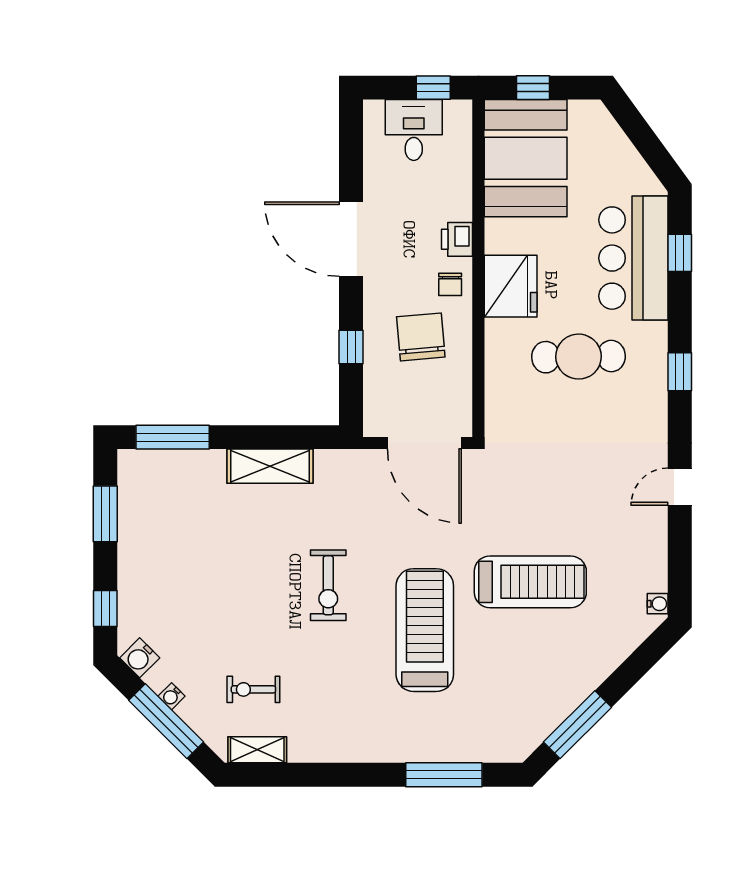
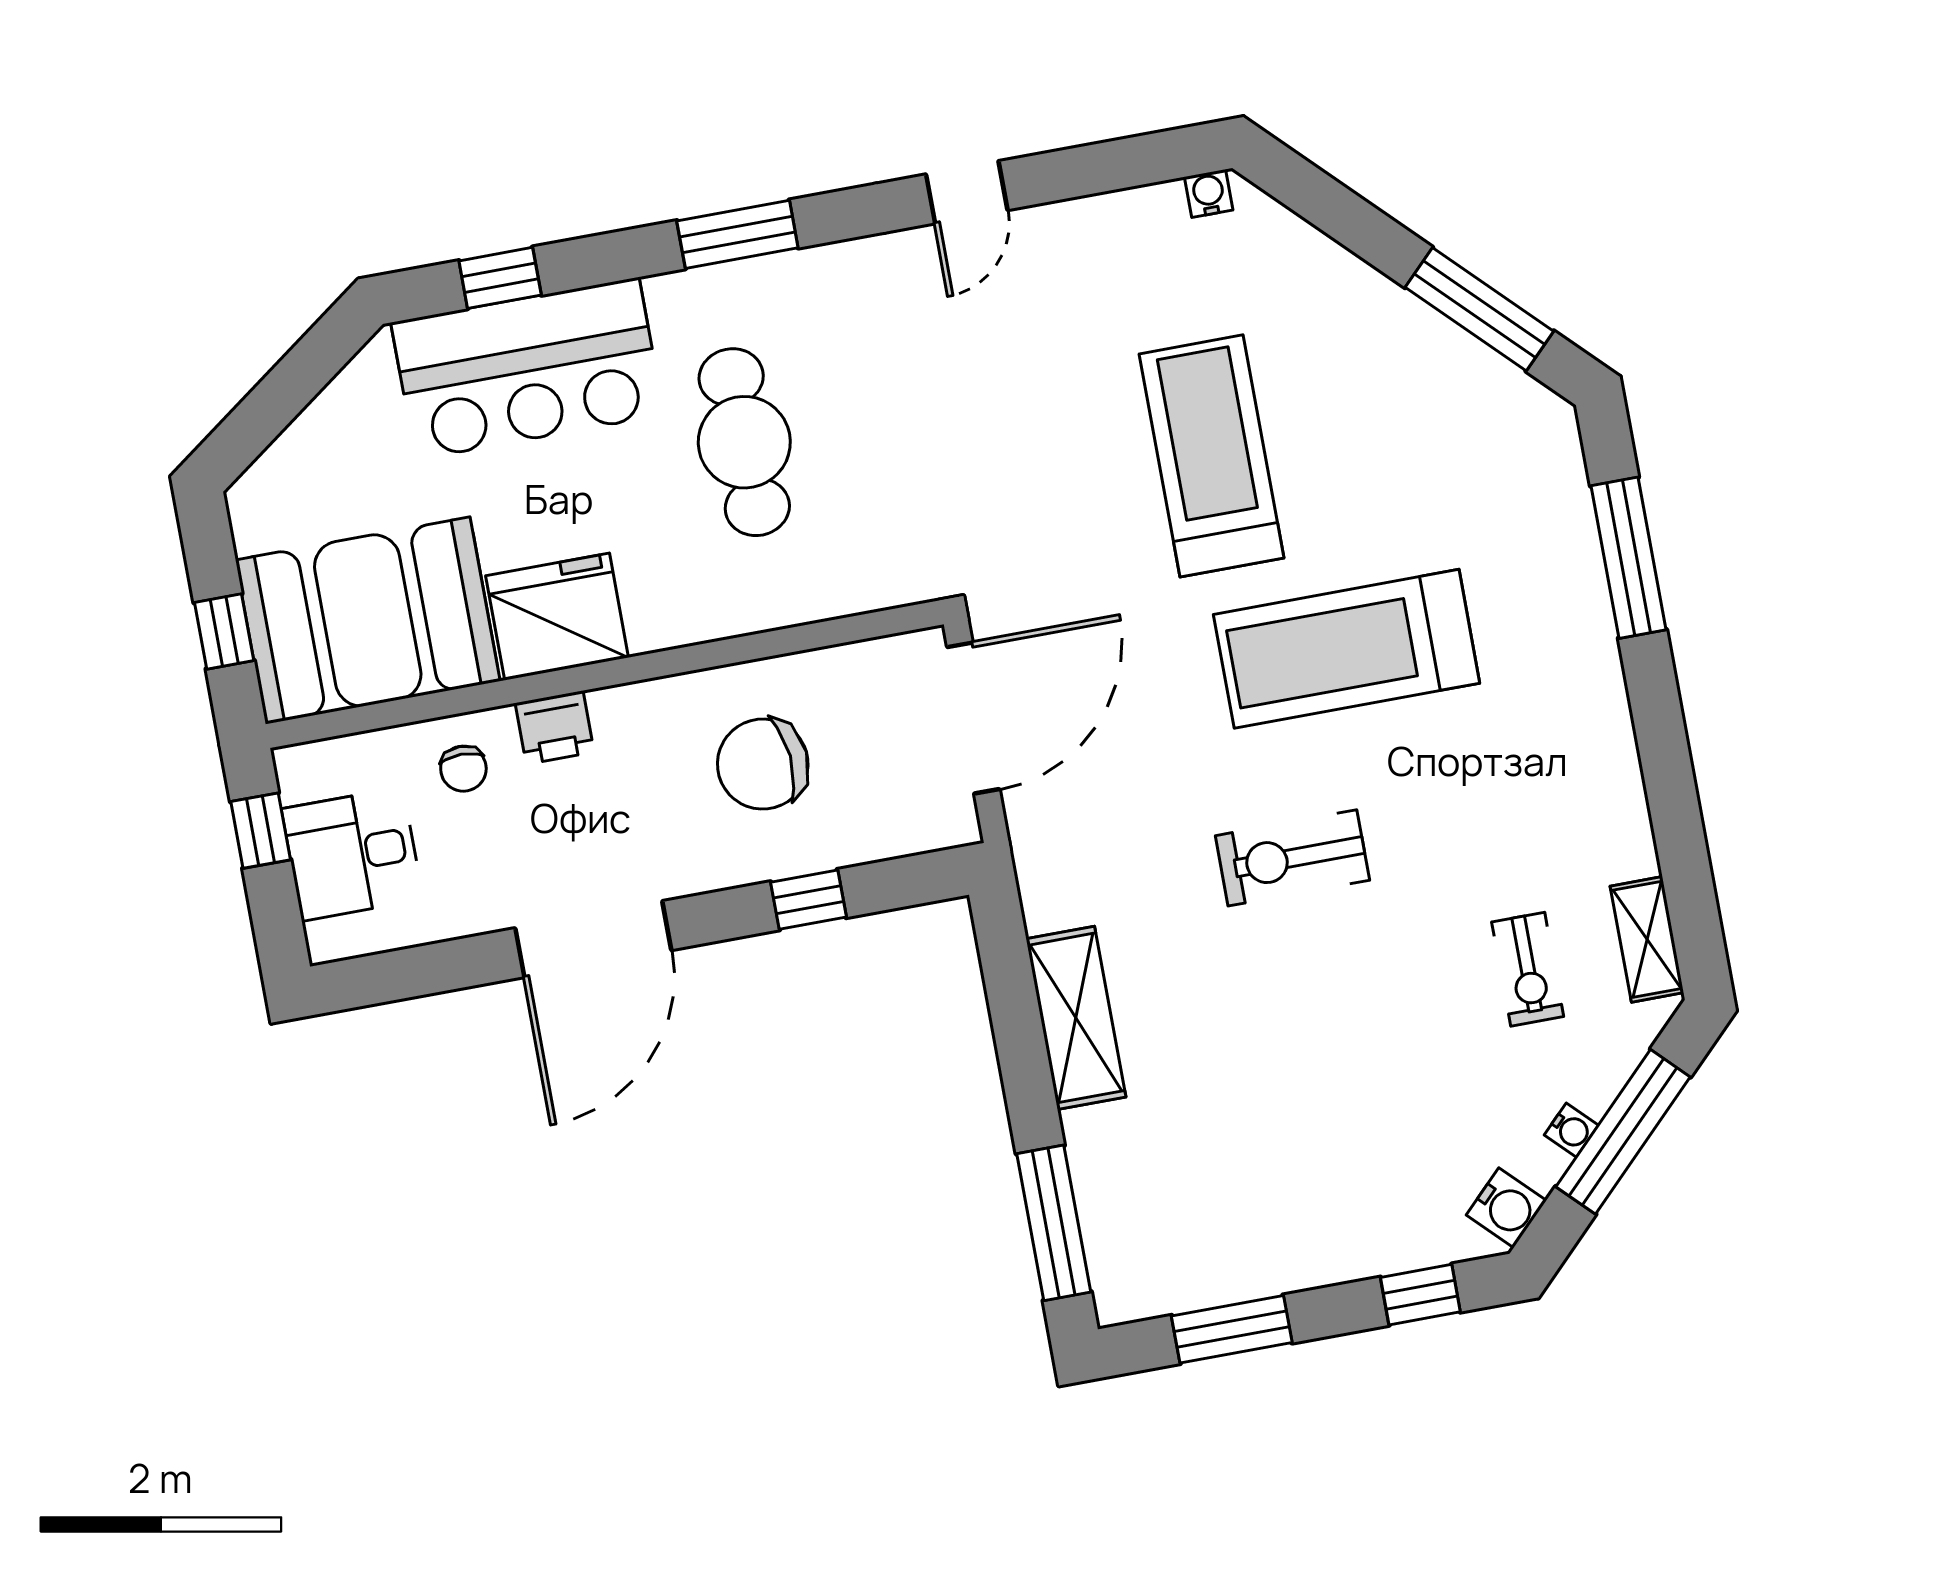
chair: (450, 284) -> (463, 769), moved, turned 90
fridge: (511, 286) -> (557, 617), moved
window: (680, 372) -> (737, 234), width x1.50
door: (680, 487) -> (967, 192), hinge flipped
exercise bike: (328, 585) -> (1292, 858), turned 180

